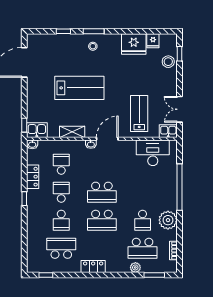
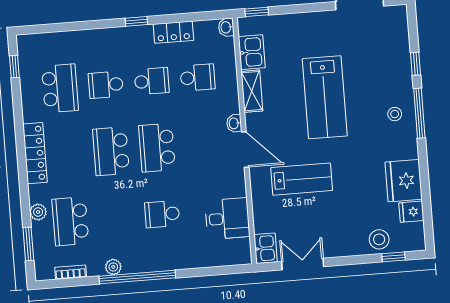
window: (94, 31) -> (419, 113), width x1.44
lab bench: (139, 113) -> (302, 179), moved
kitchen sink: (37, 130) -> (252, 52), moved
desk: (153, 153) -> (227, 219), width x0.73
window: (180, 187) -> (137, 277), moved
school desk: (143, 220) -> (162, 214), moved
plant: (168, 220) -> (113, 267), width x0.53, depth x0.53
locker: (93, 266) -> (35, 153), width x1.53

